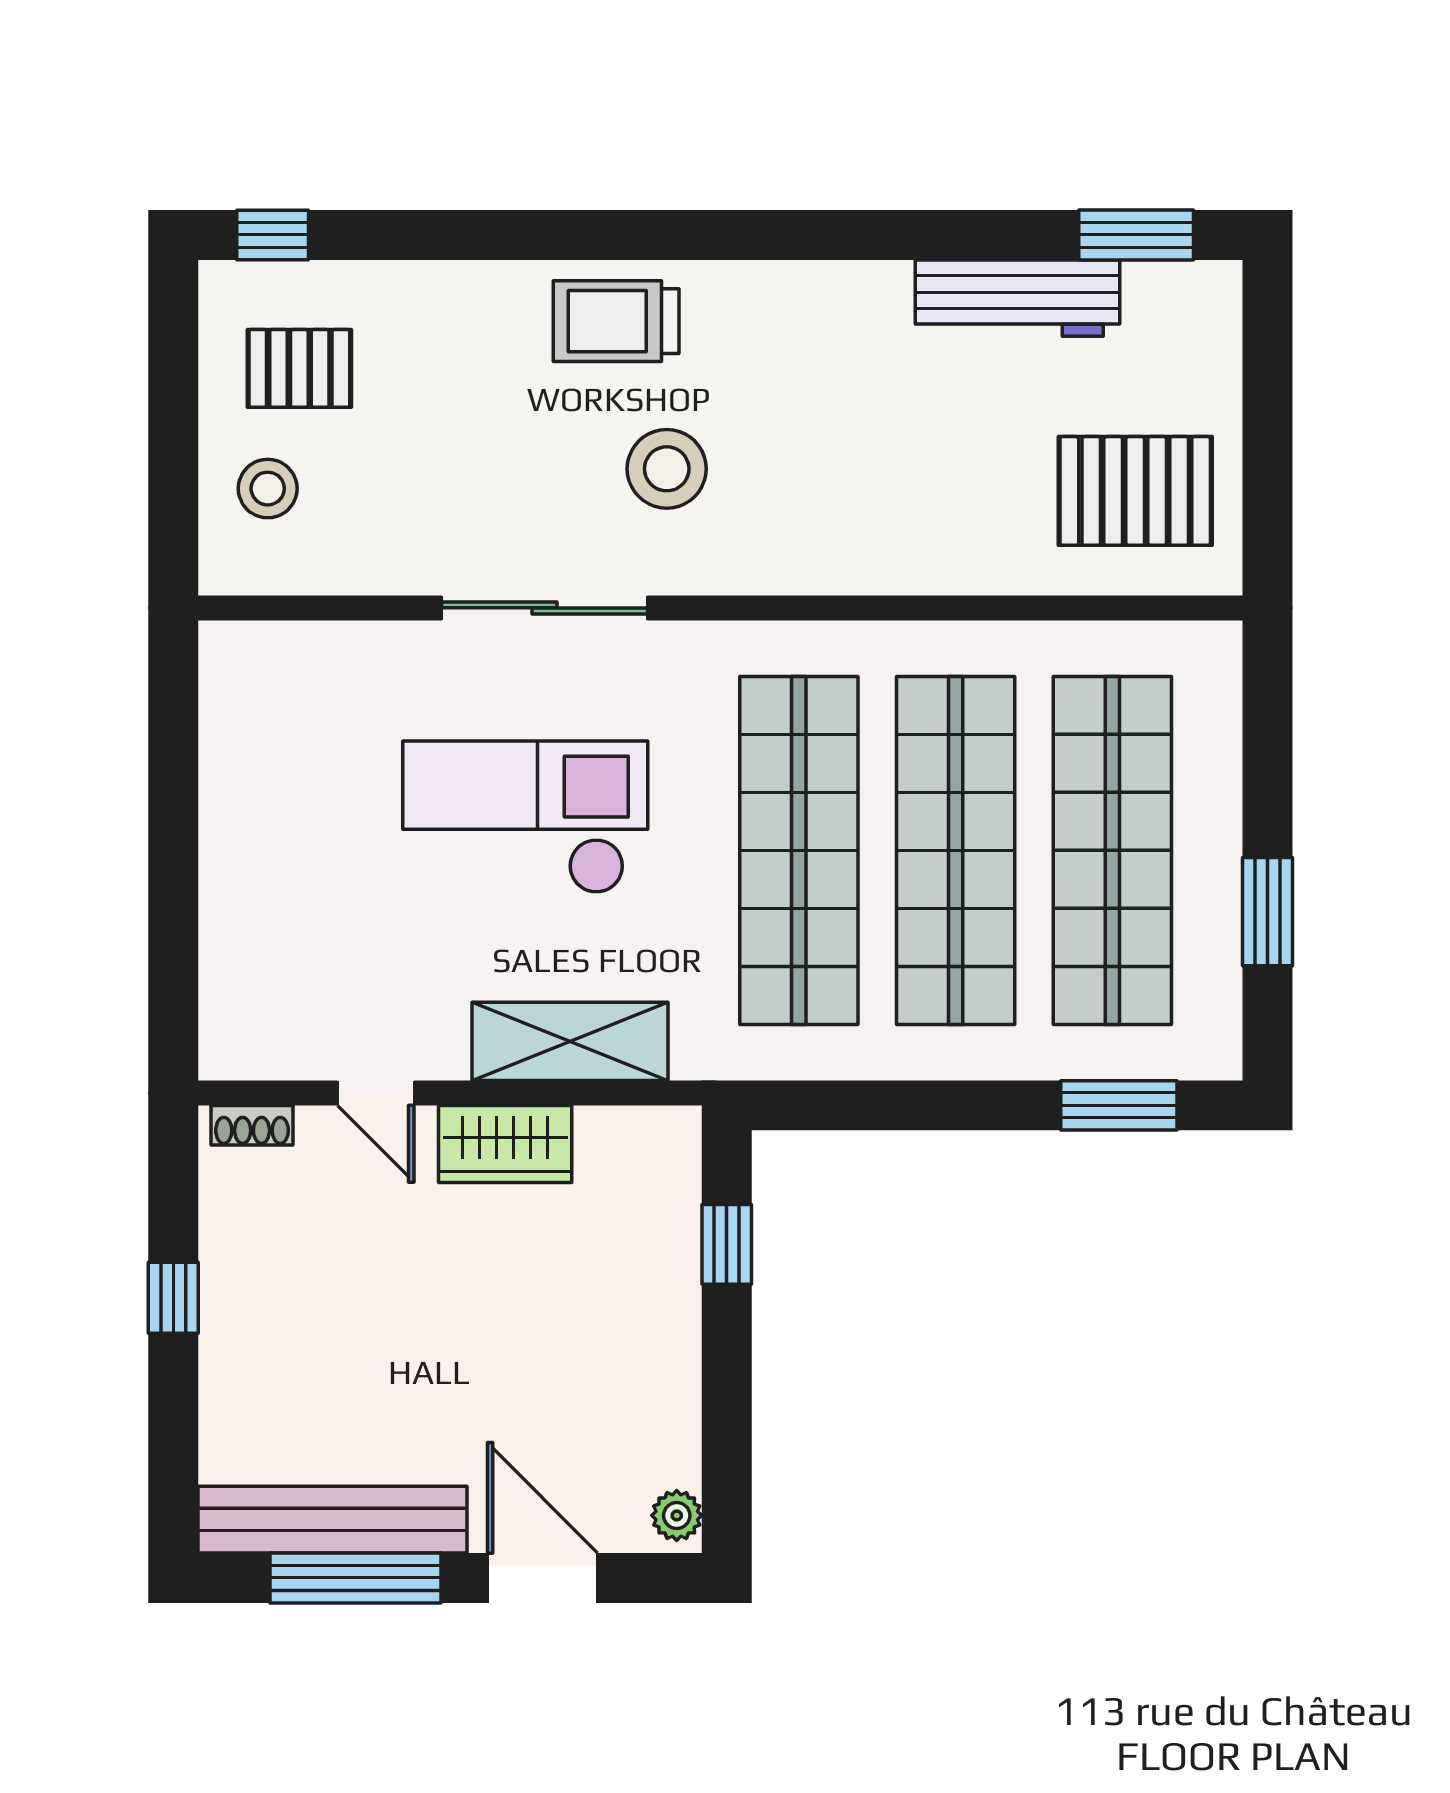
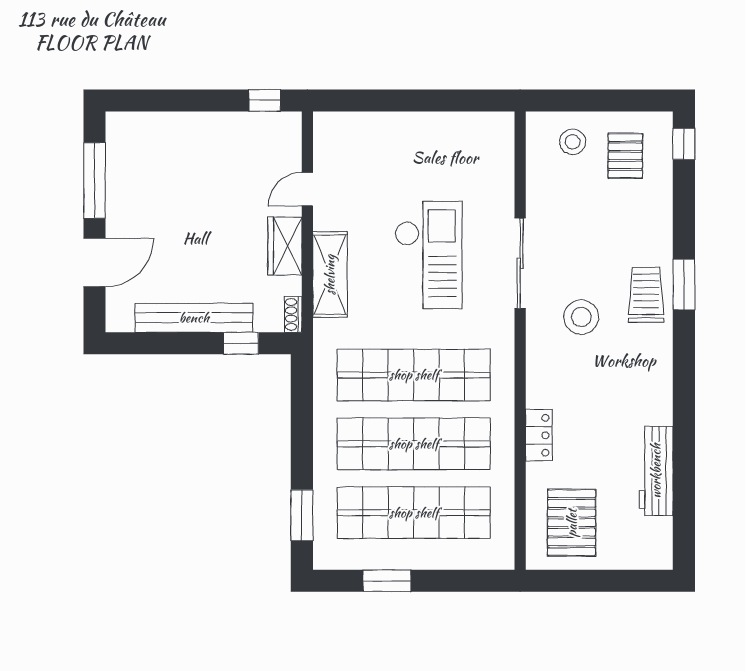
window: (1136, 235) -> (684, 285), moved
locker: (936, 565) -> (539, 435), added
shoe rack: (252, 1125) -> (293, 314), moved
window: (173, 1298) -> (265, 100), moved
plant: (677, 1515) -> (122, 321), removed
bench: (332, 1520) -> (194, 318), moved, turned 90

